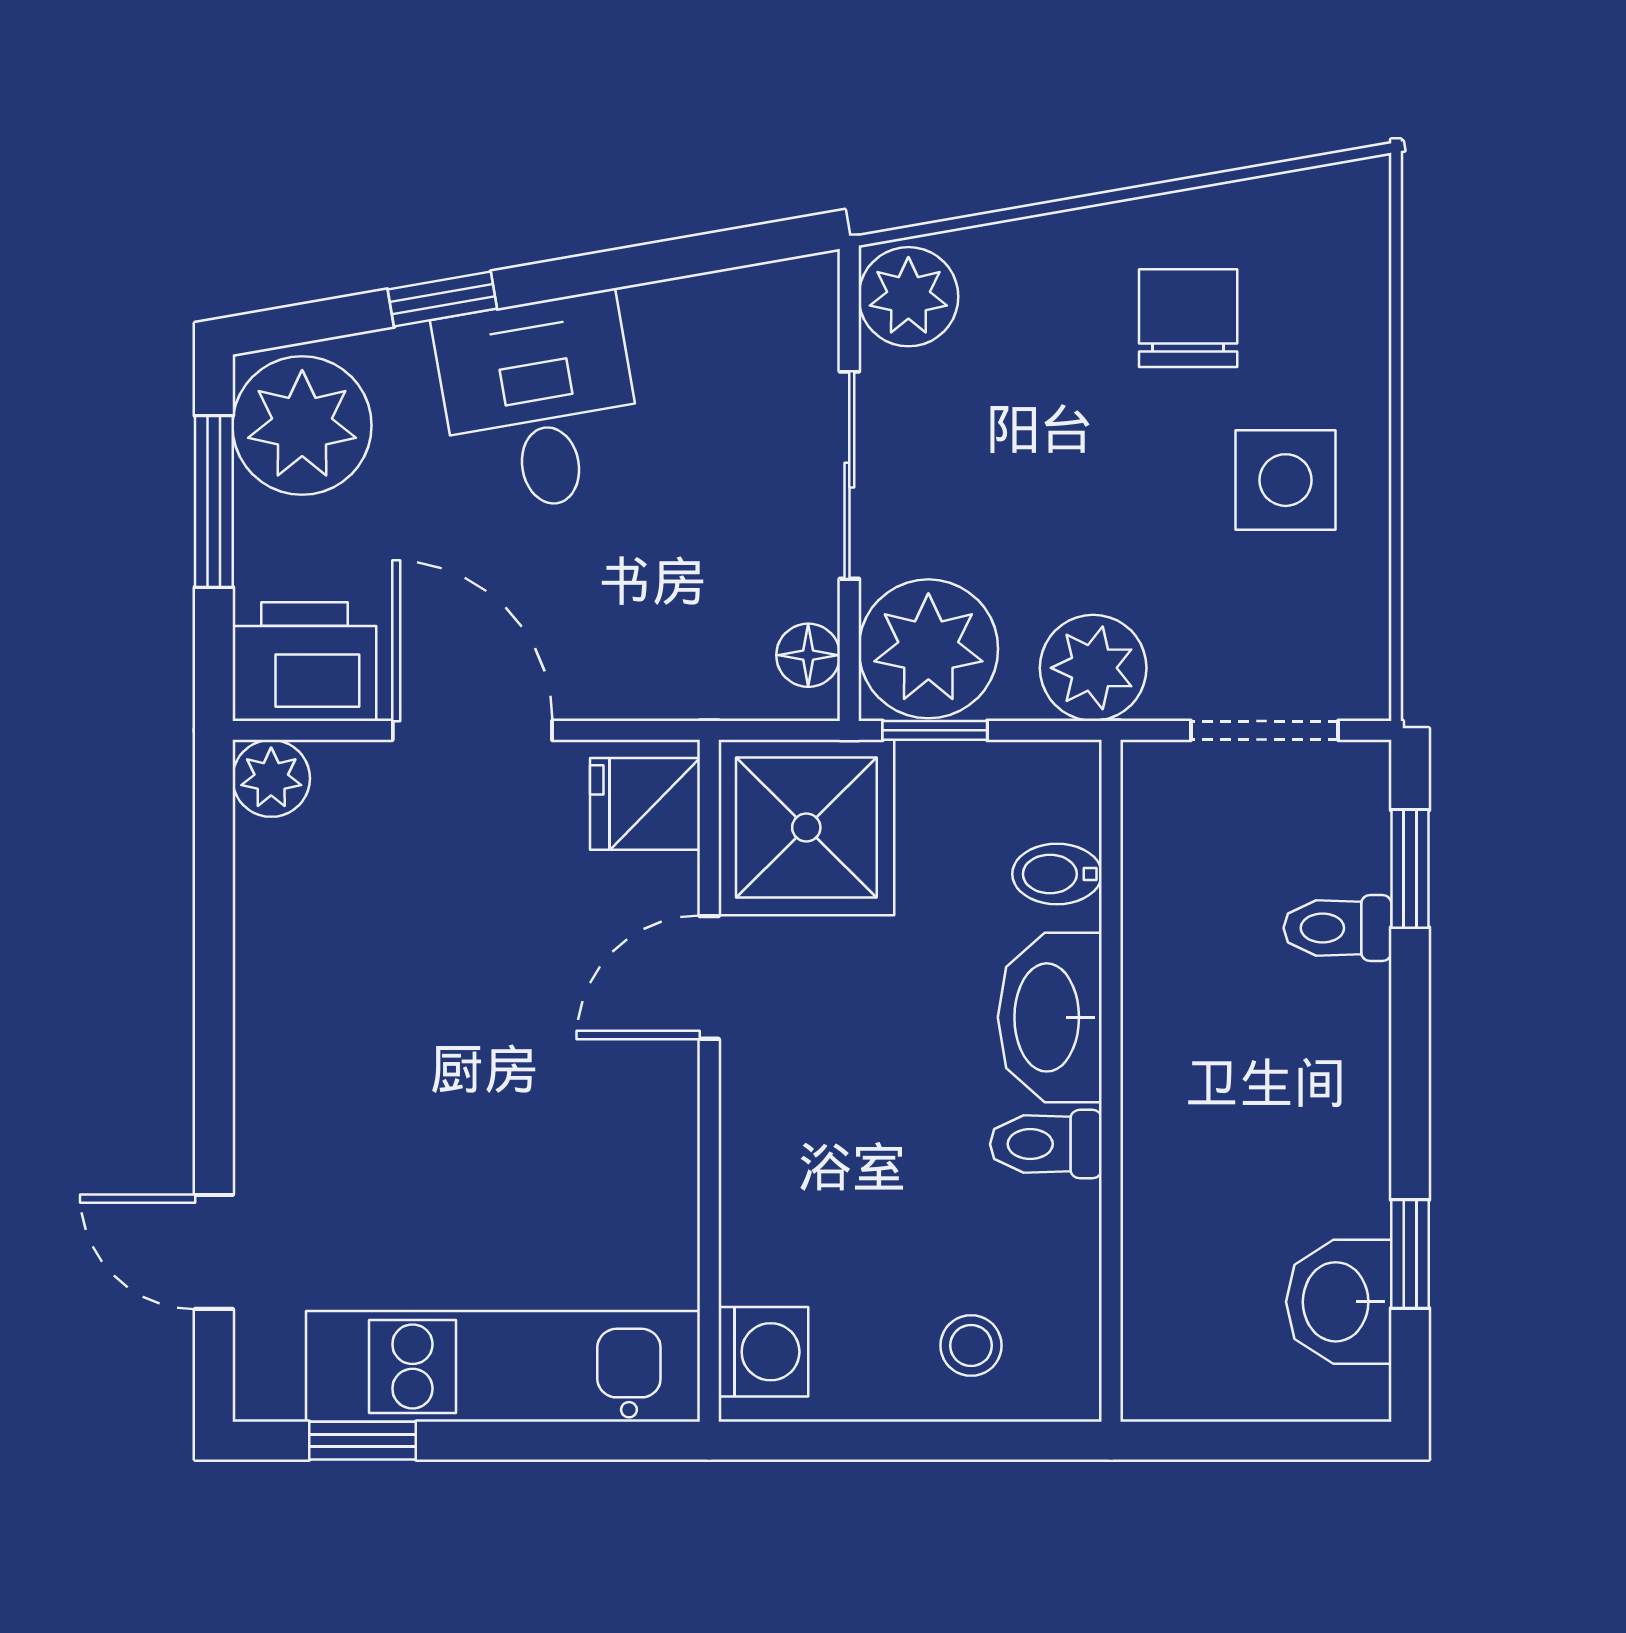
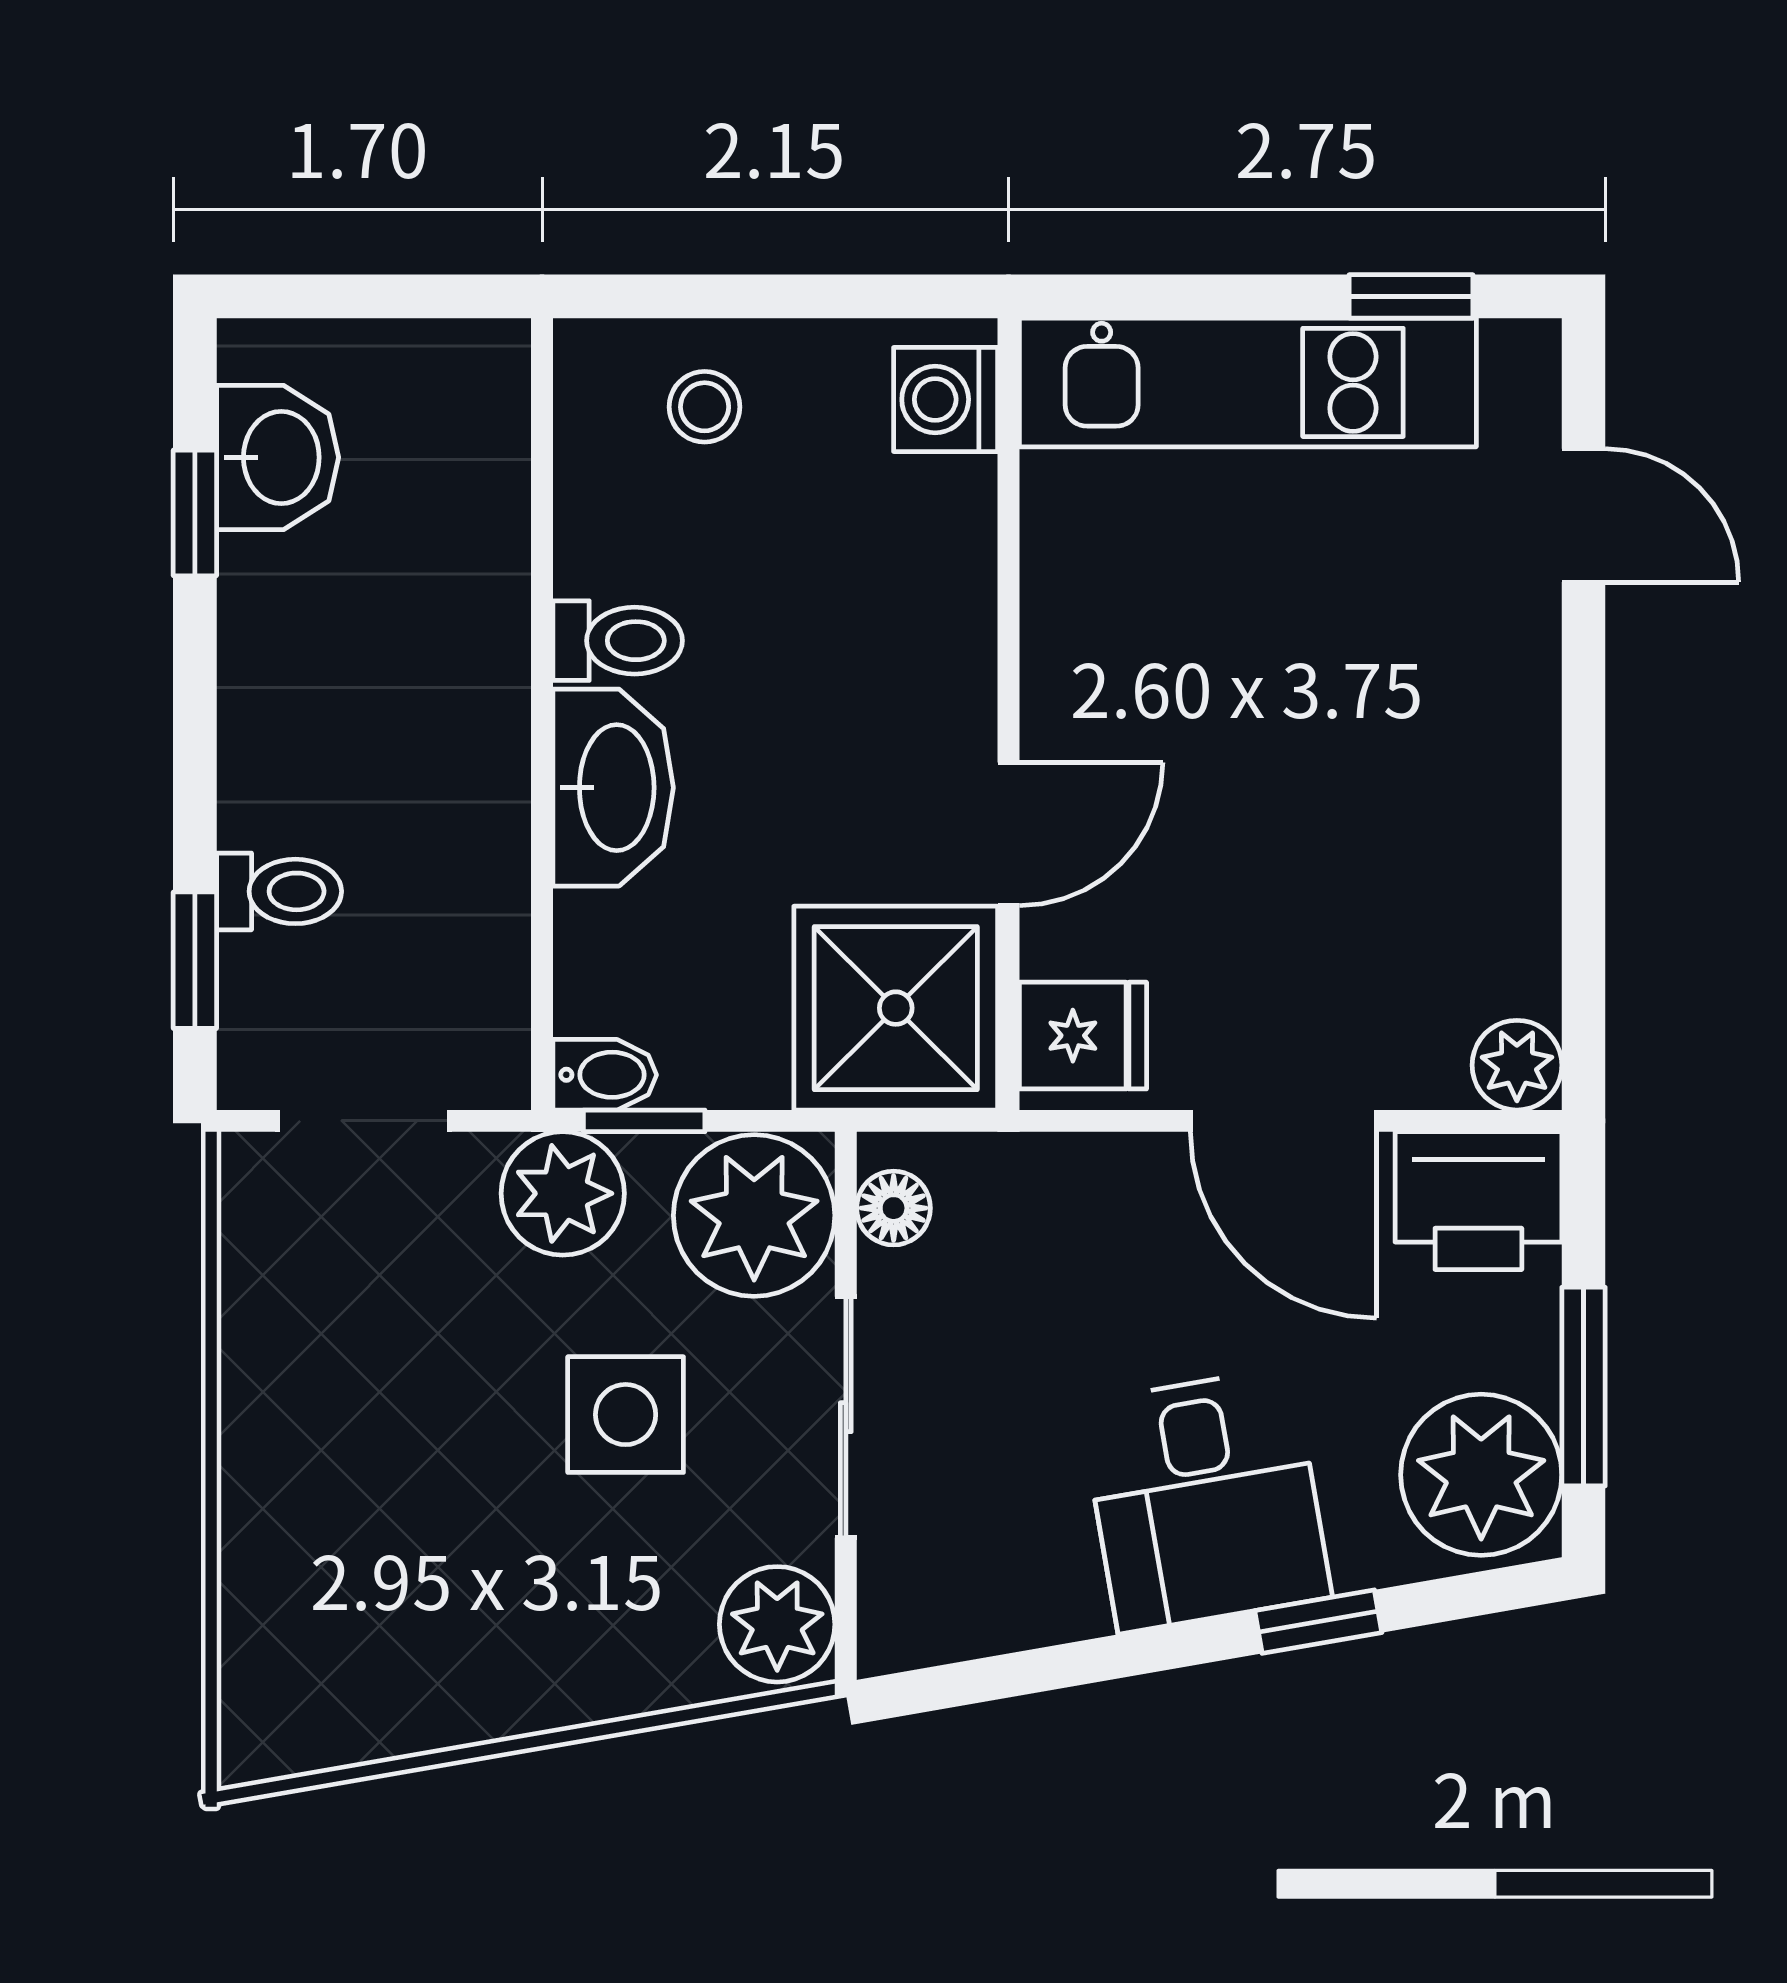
chair: (1188, 318) -> (453, 1599), removed
side table: (1286, 480) -> (626, 1415), moved
window: (935, 730) -> (644, 1121), moved
bidet: (1057, 874) -> (605, 1075), moved

